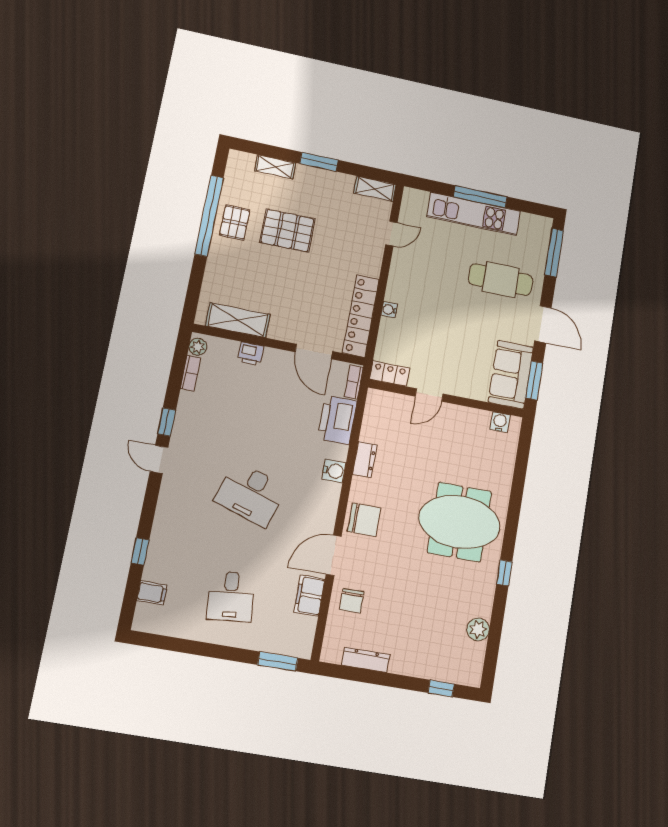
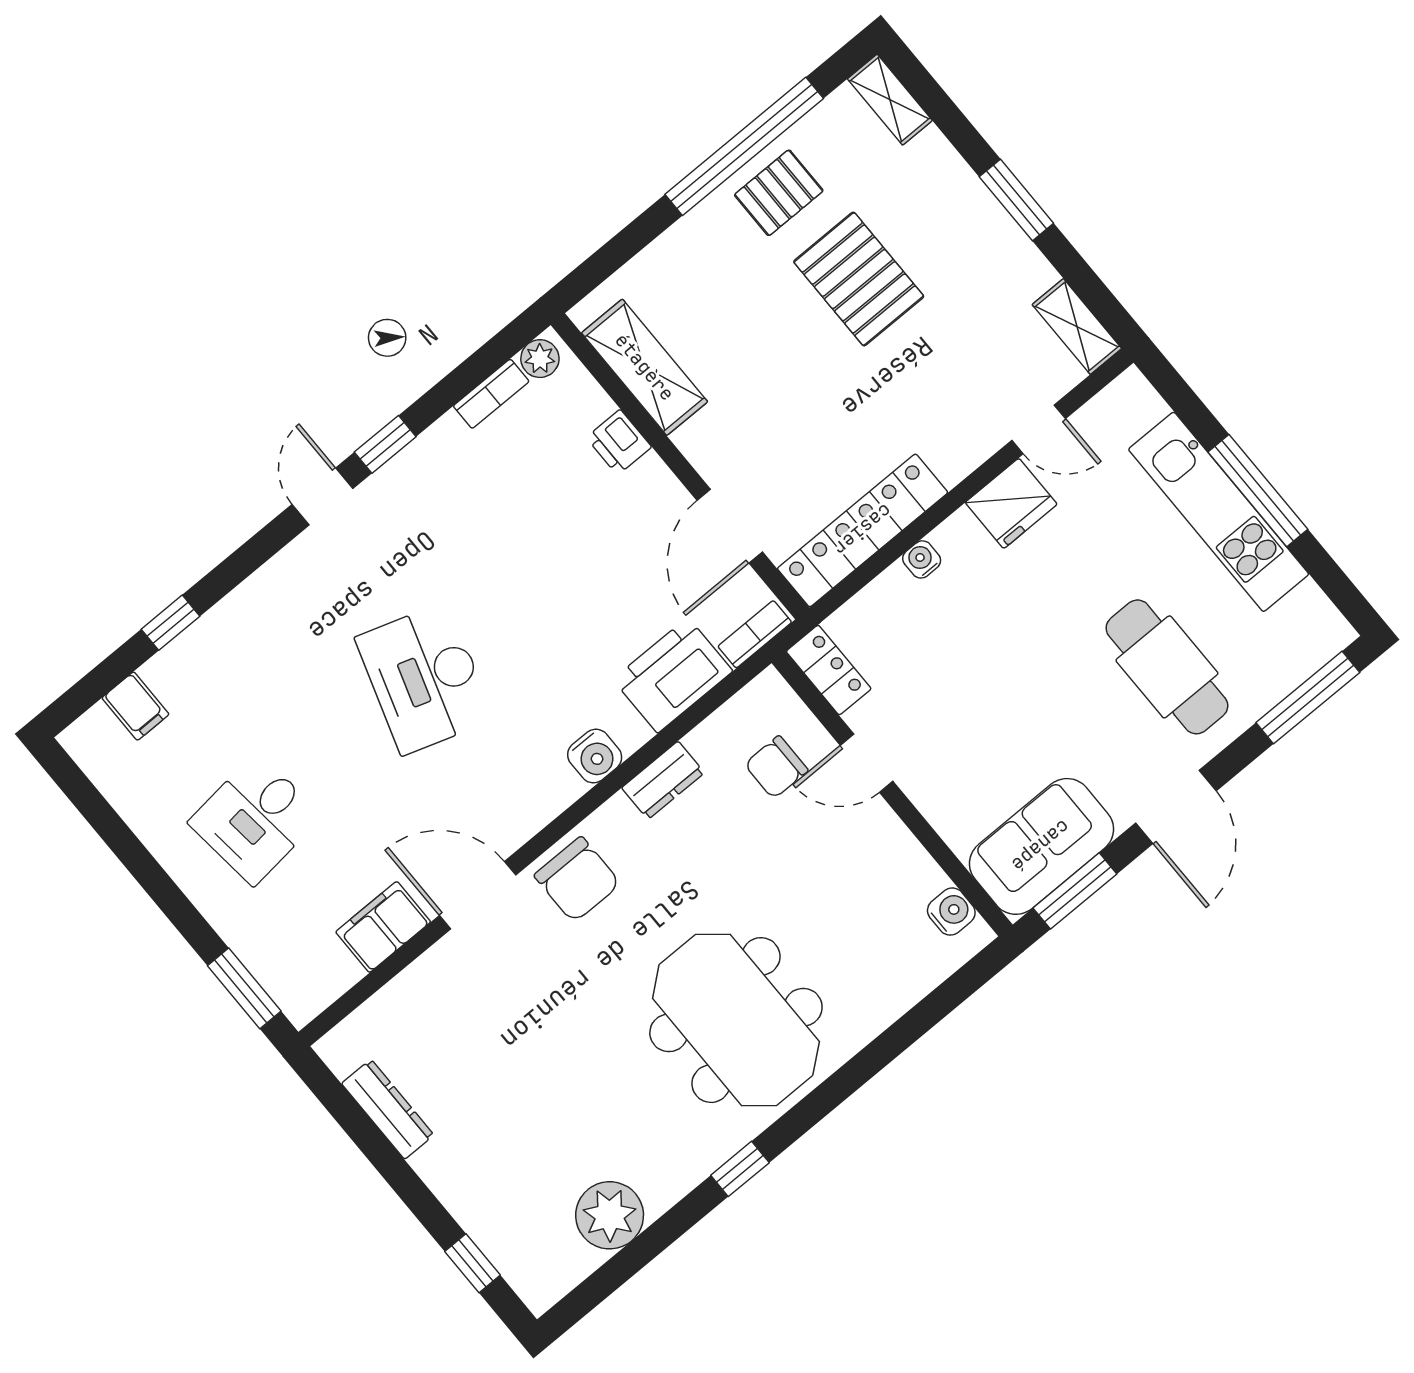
shelving: (275, 167) -> (890, 100), moved
fridge: (403, 266) -> (1011, 503), added
chair: (352, 601) -> (776, 767), moved
plant: (478, 629) -> (610, 1215), width x1.36, depth x1.36

